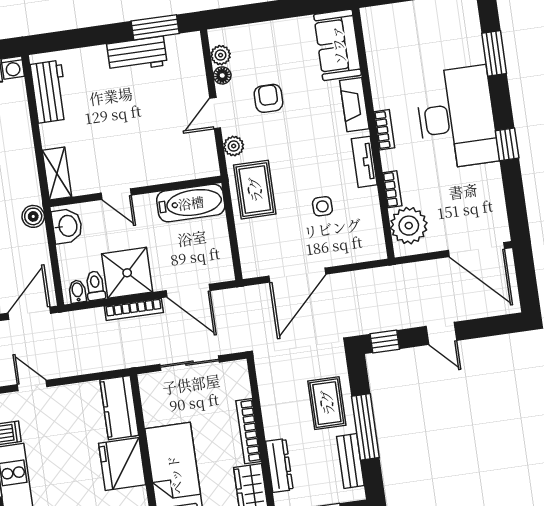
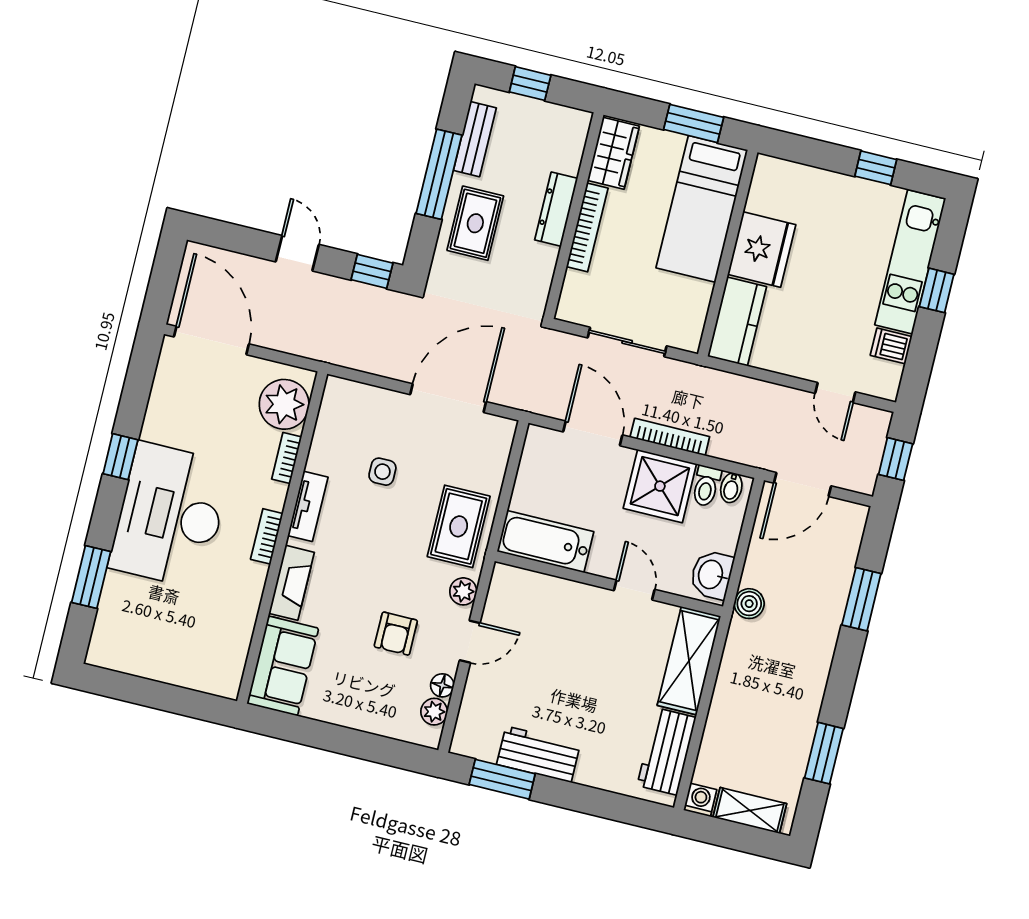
shelving: (57, 173) -> (689, 661), width x1.50, depth x1.33
dresser: (279, 465) -> (556, 209), moved

